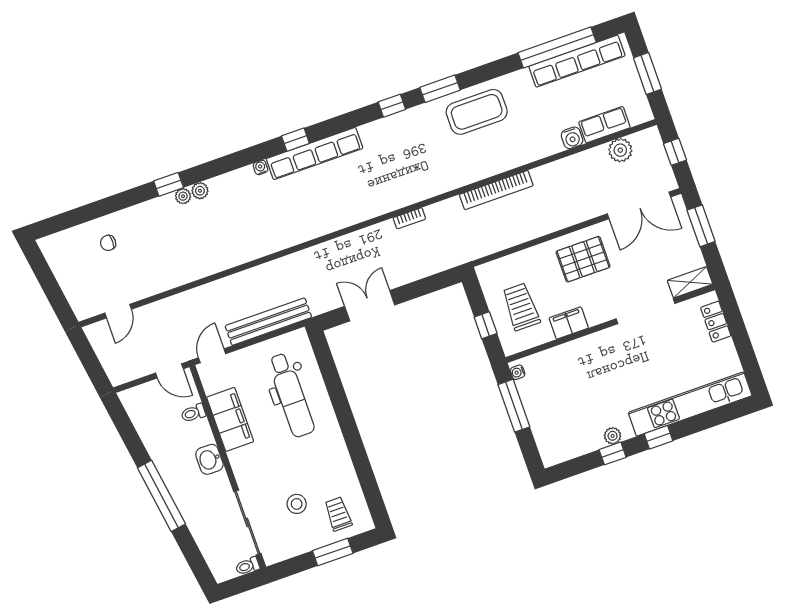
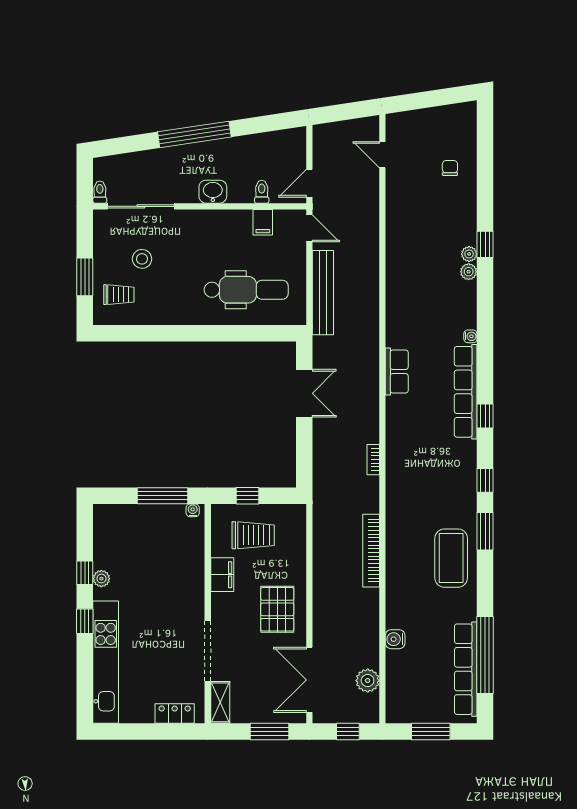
row of seats: (604, 125) -> (397, 372), moved
window: (295, 140) -> (485, 416), moved
dental chair: (291, 395) -> (246, 290), turned 180
filing cabinet: (230, 419) -> (263, 222), width x0.33, depth x0.86

